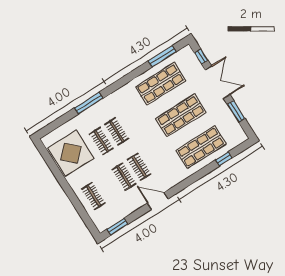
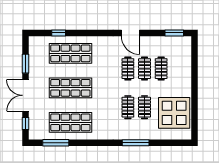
clothes rail: (93, 196) -> (161, 69), moved

